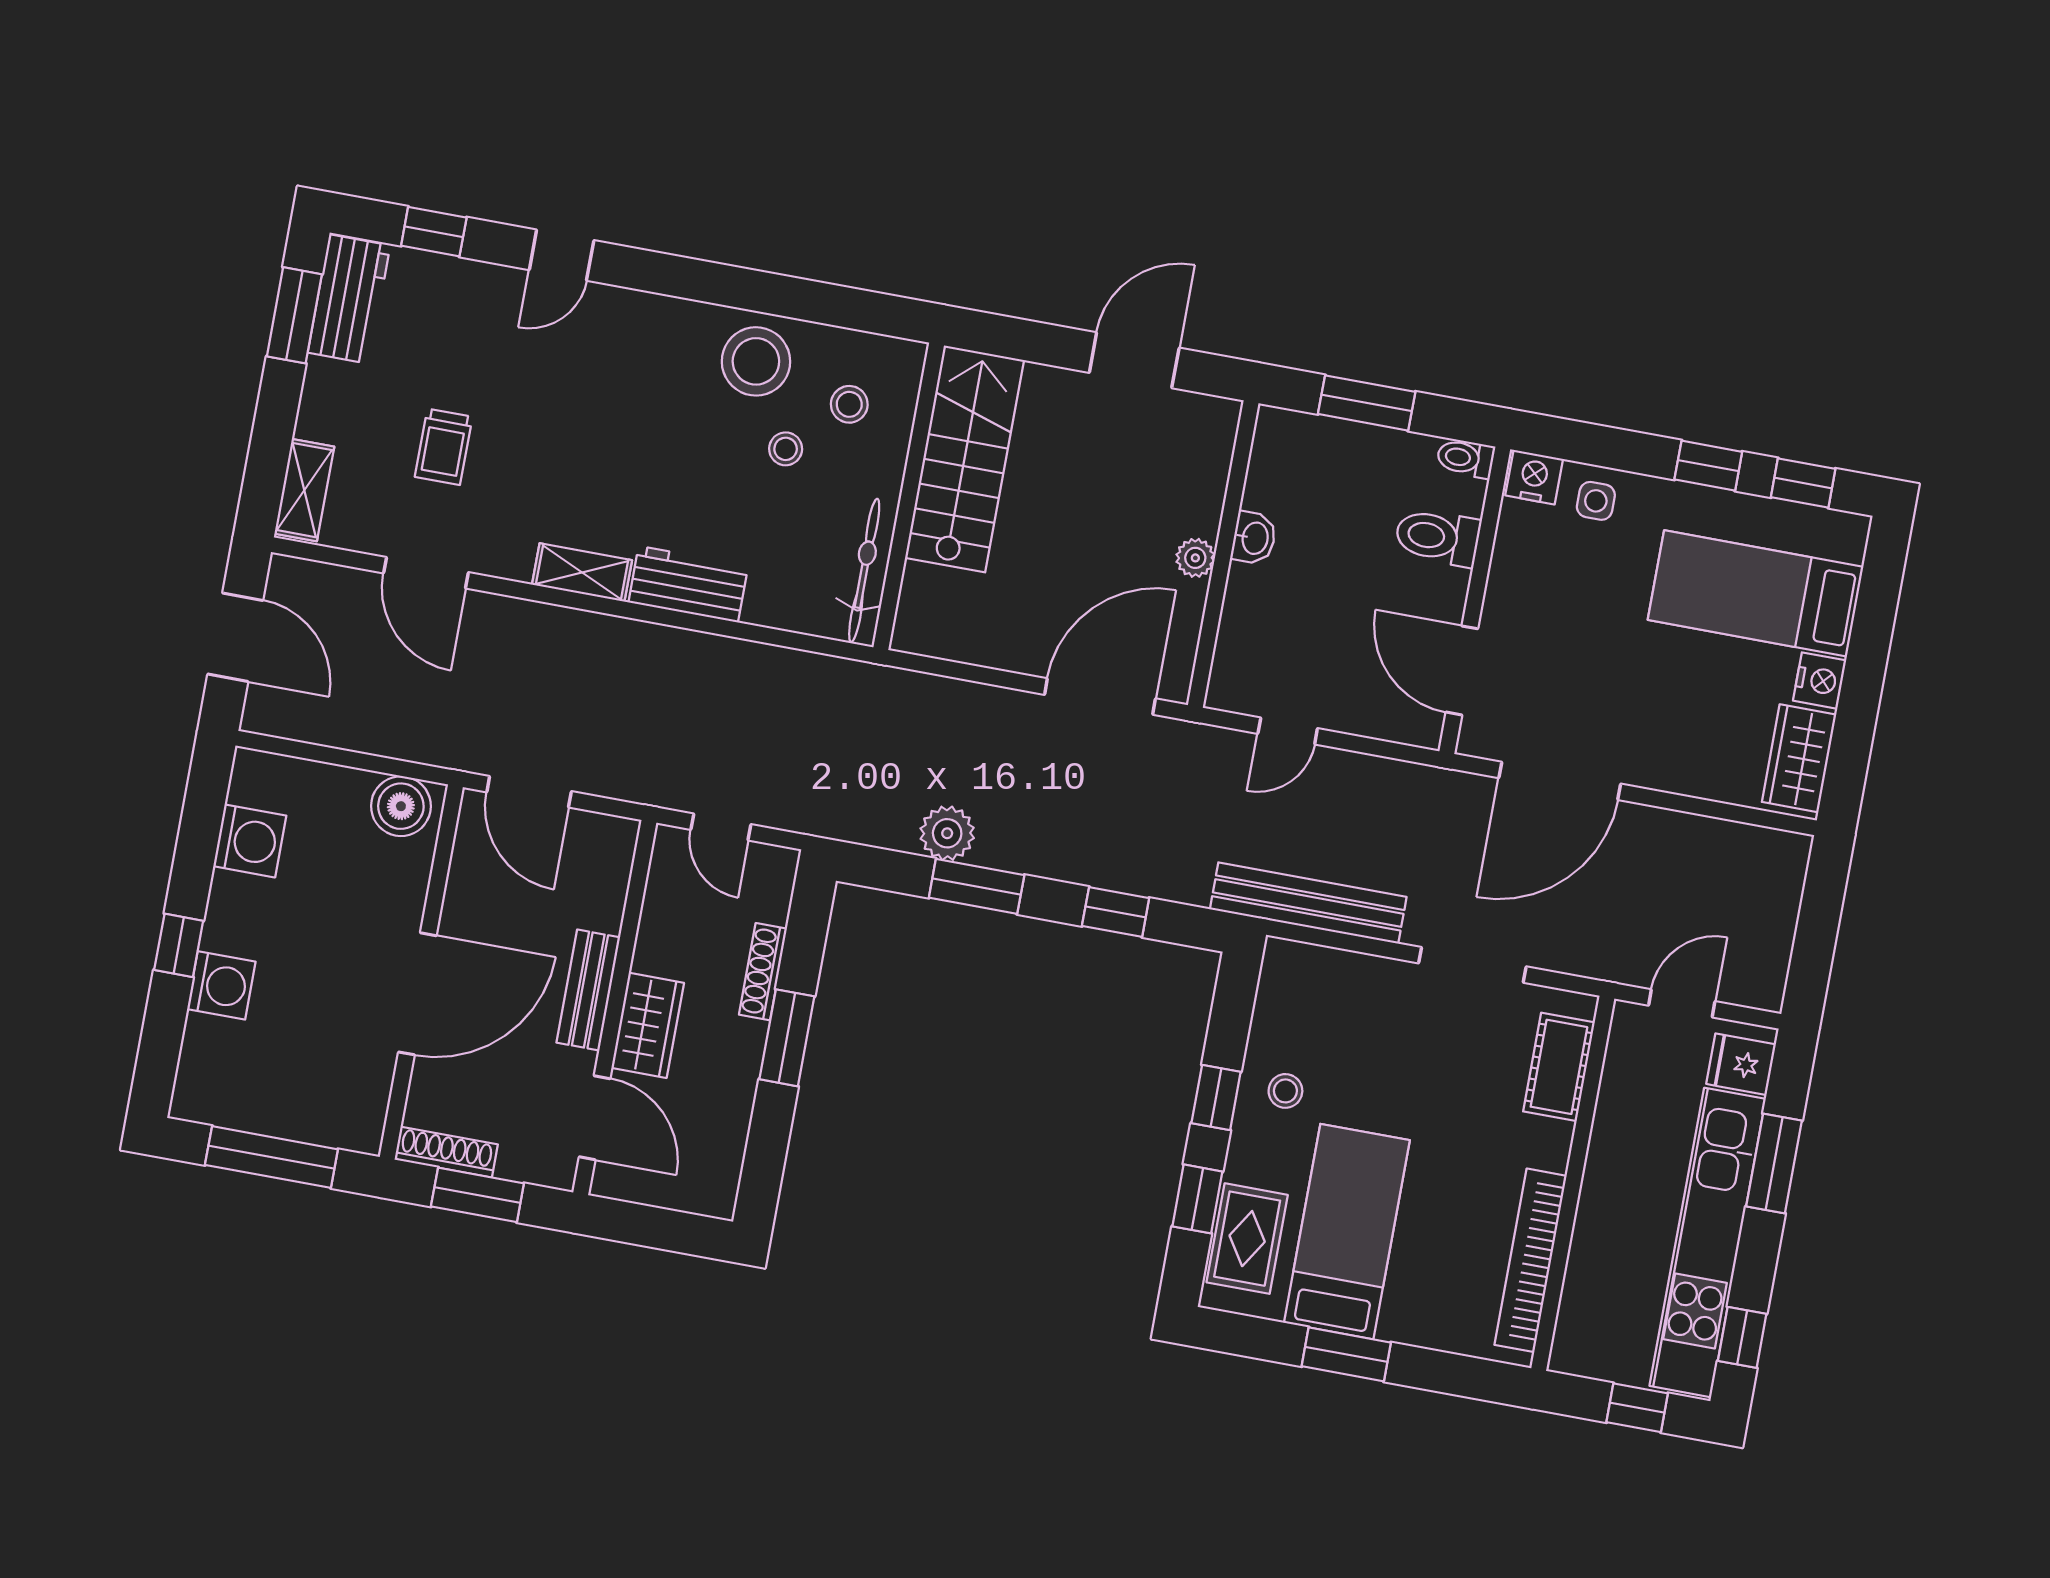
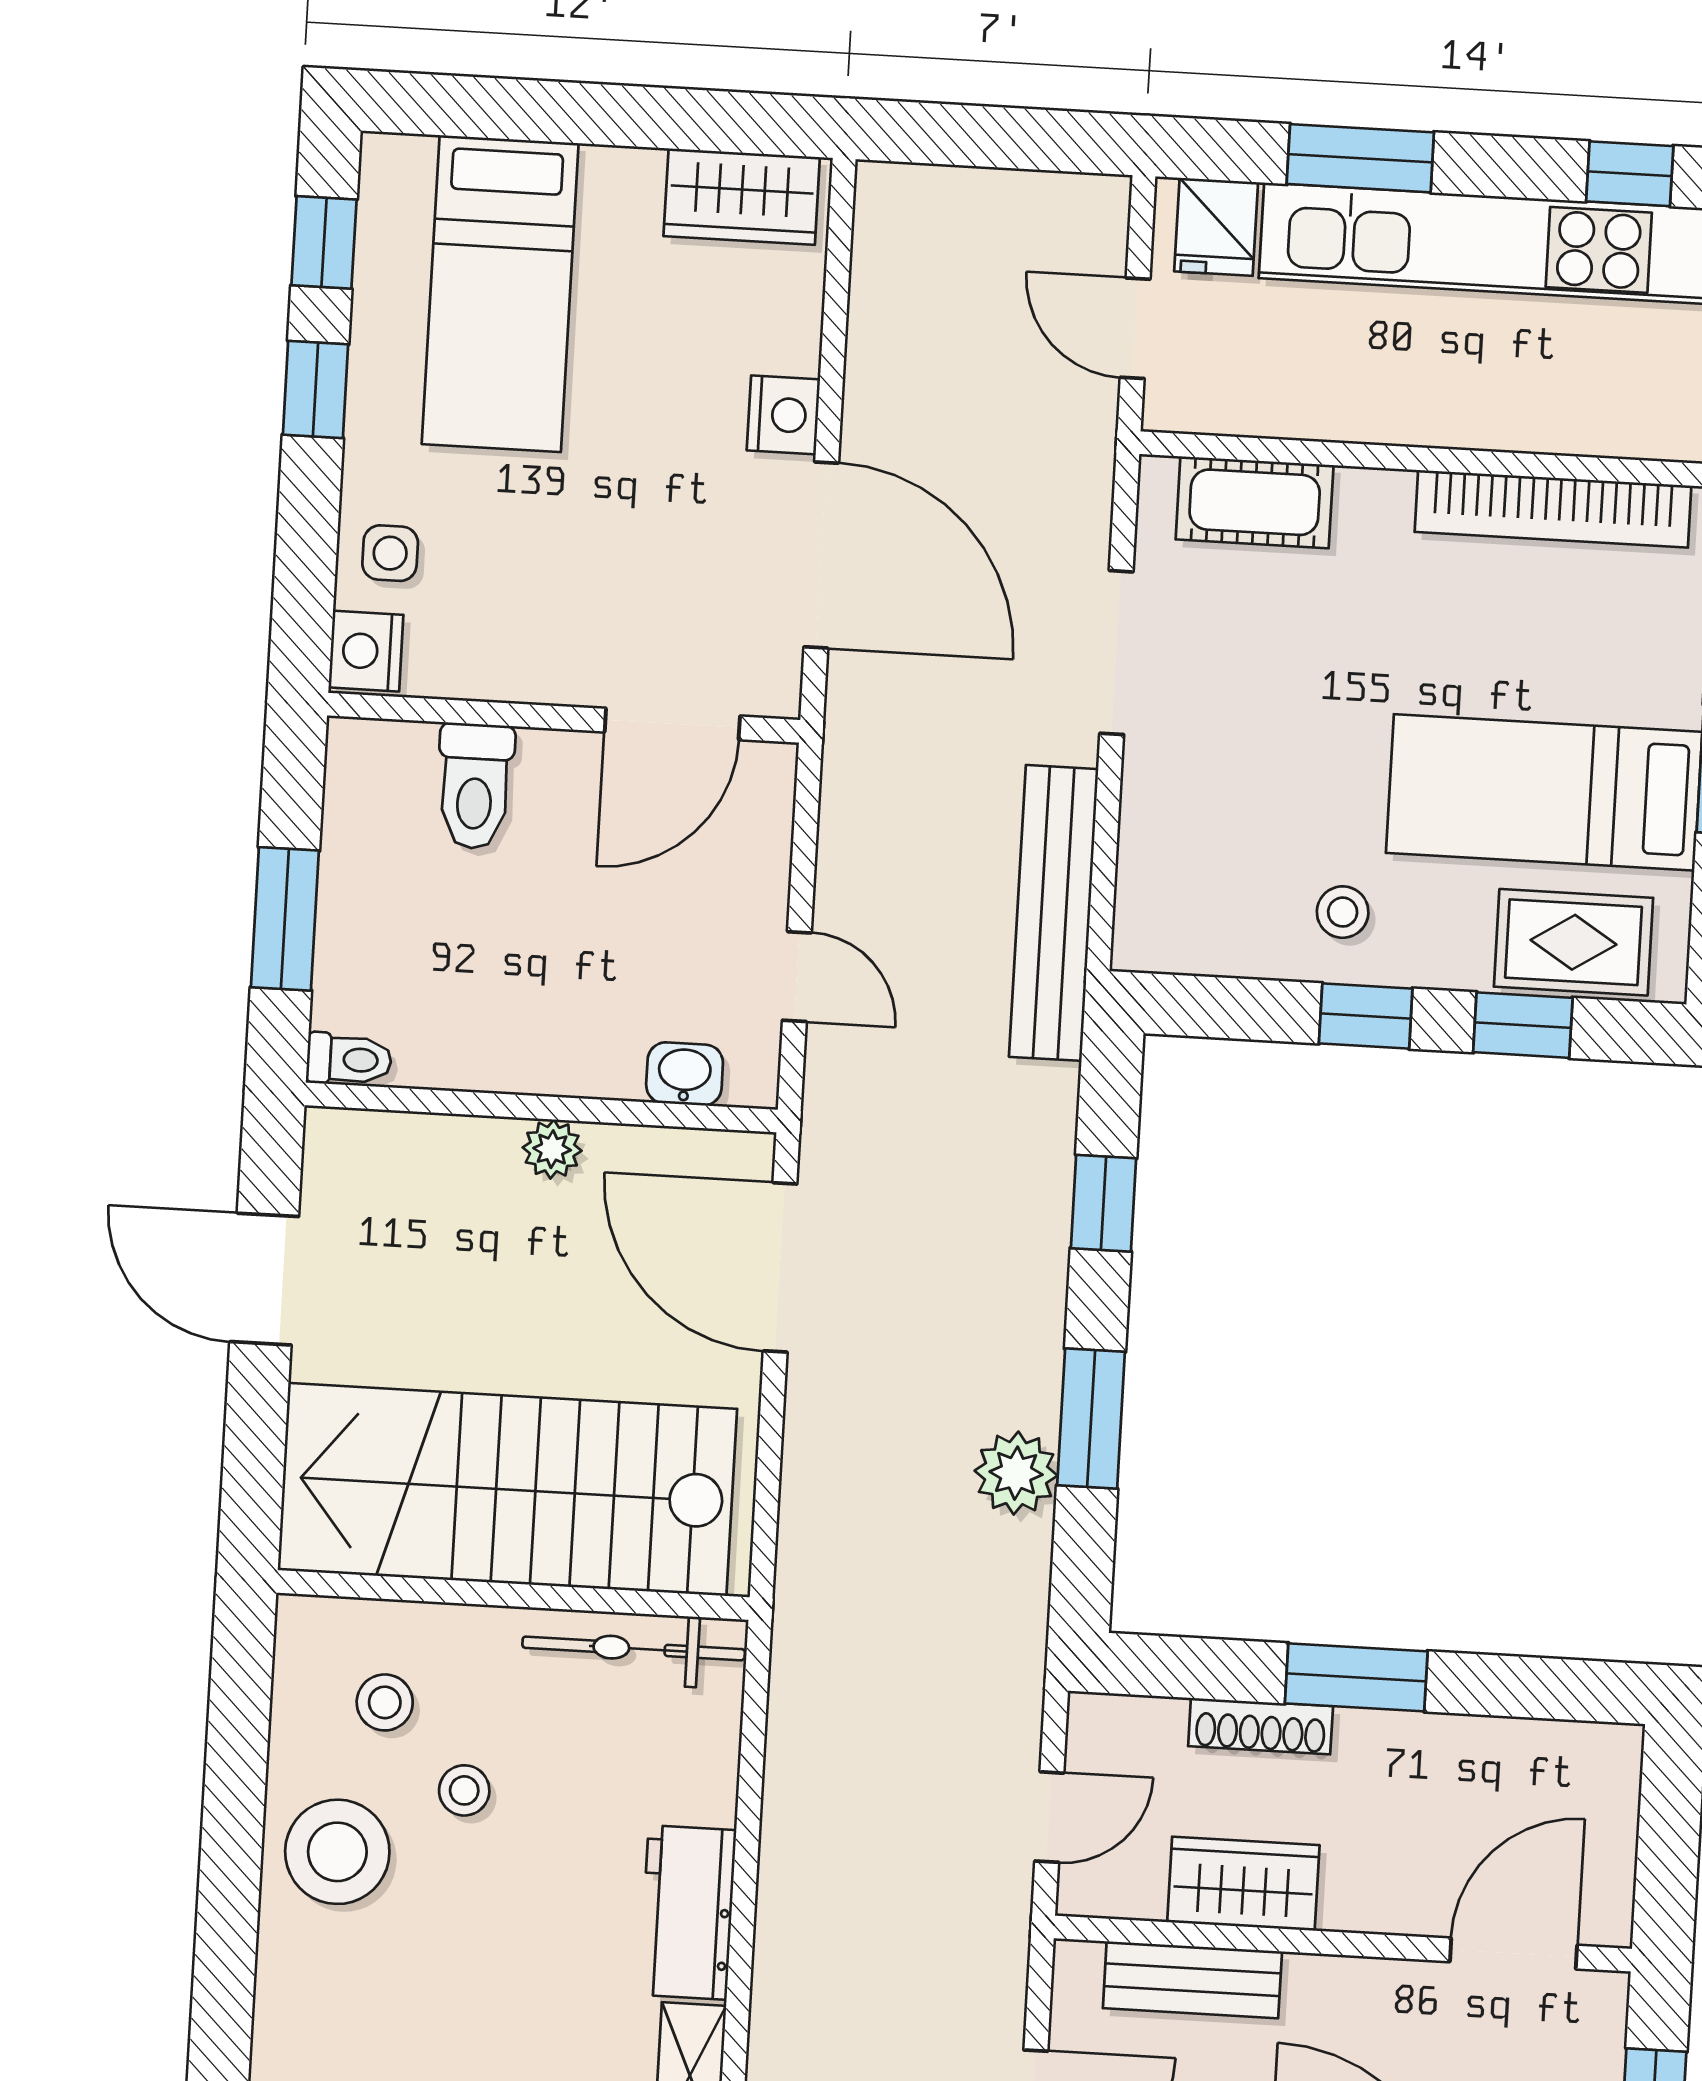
toilet: (1465, 458) -> (349, 1059), moved, turned -90
stairs: (965, 459) -> (507, 1489), width x1.36, depth x1.51
washbasin: (1254, 538) -> (685, 1074), moved
nightstand: (1820, 681) -> (783, 415), moved, turned 90
bench: (588, 990) -> (1192, 1980), moved
wardrobe: (648, 1025) -> (1243, 1884), moved

